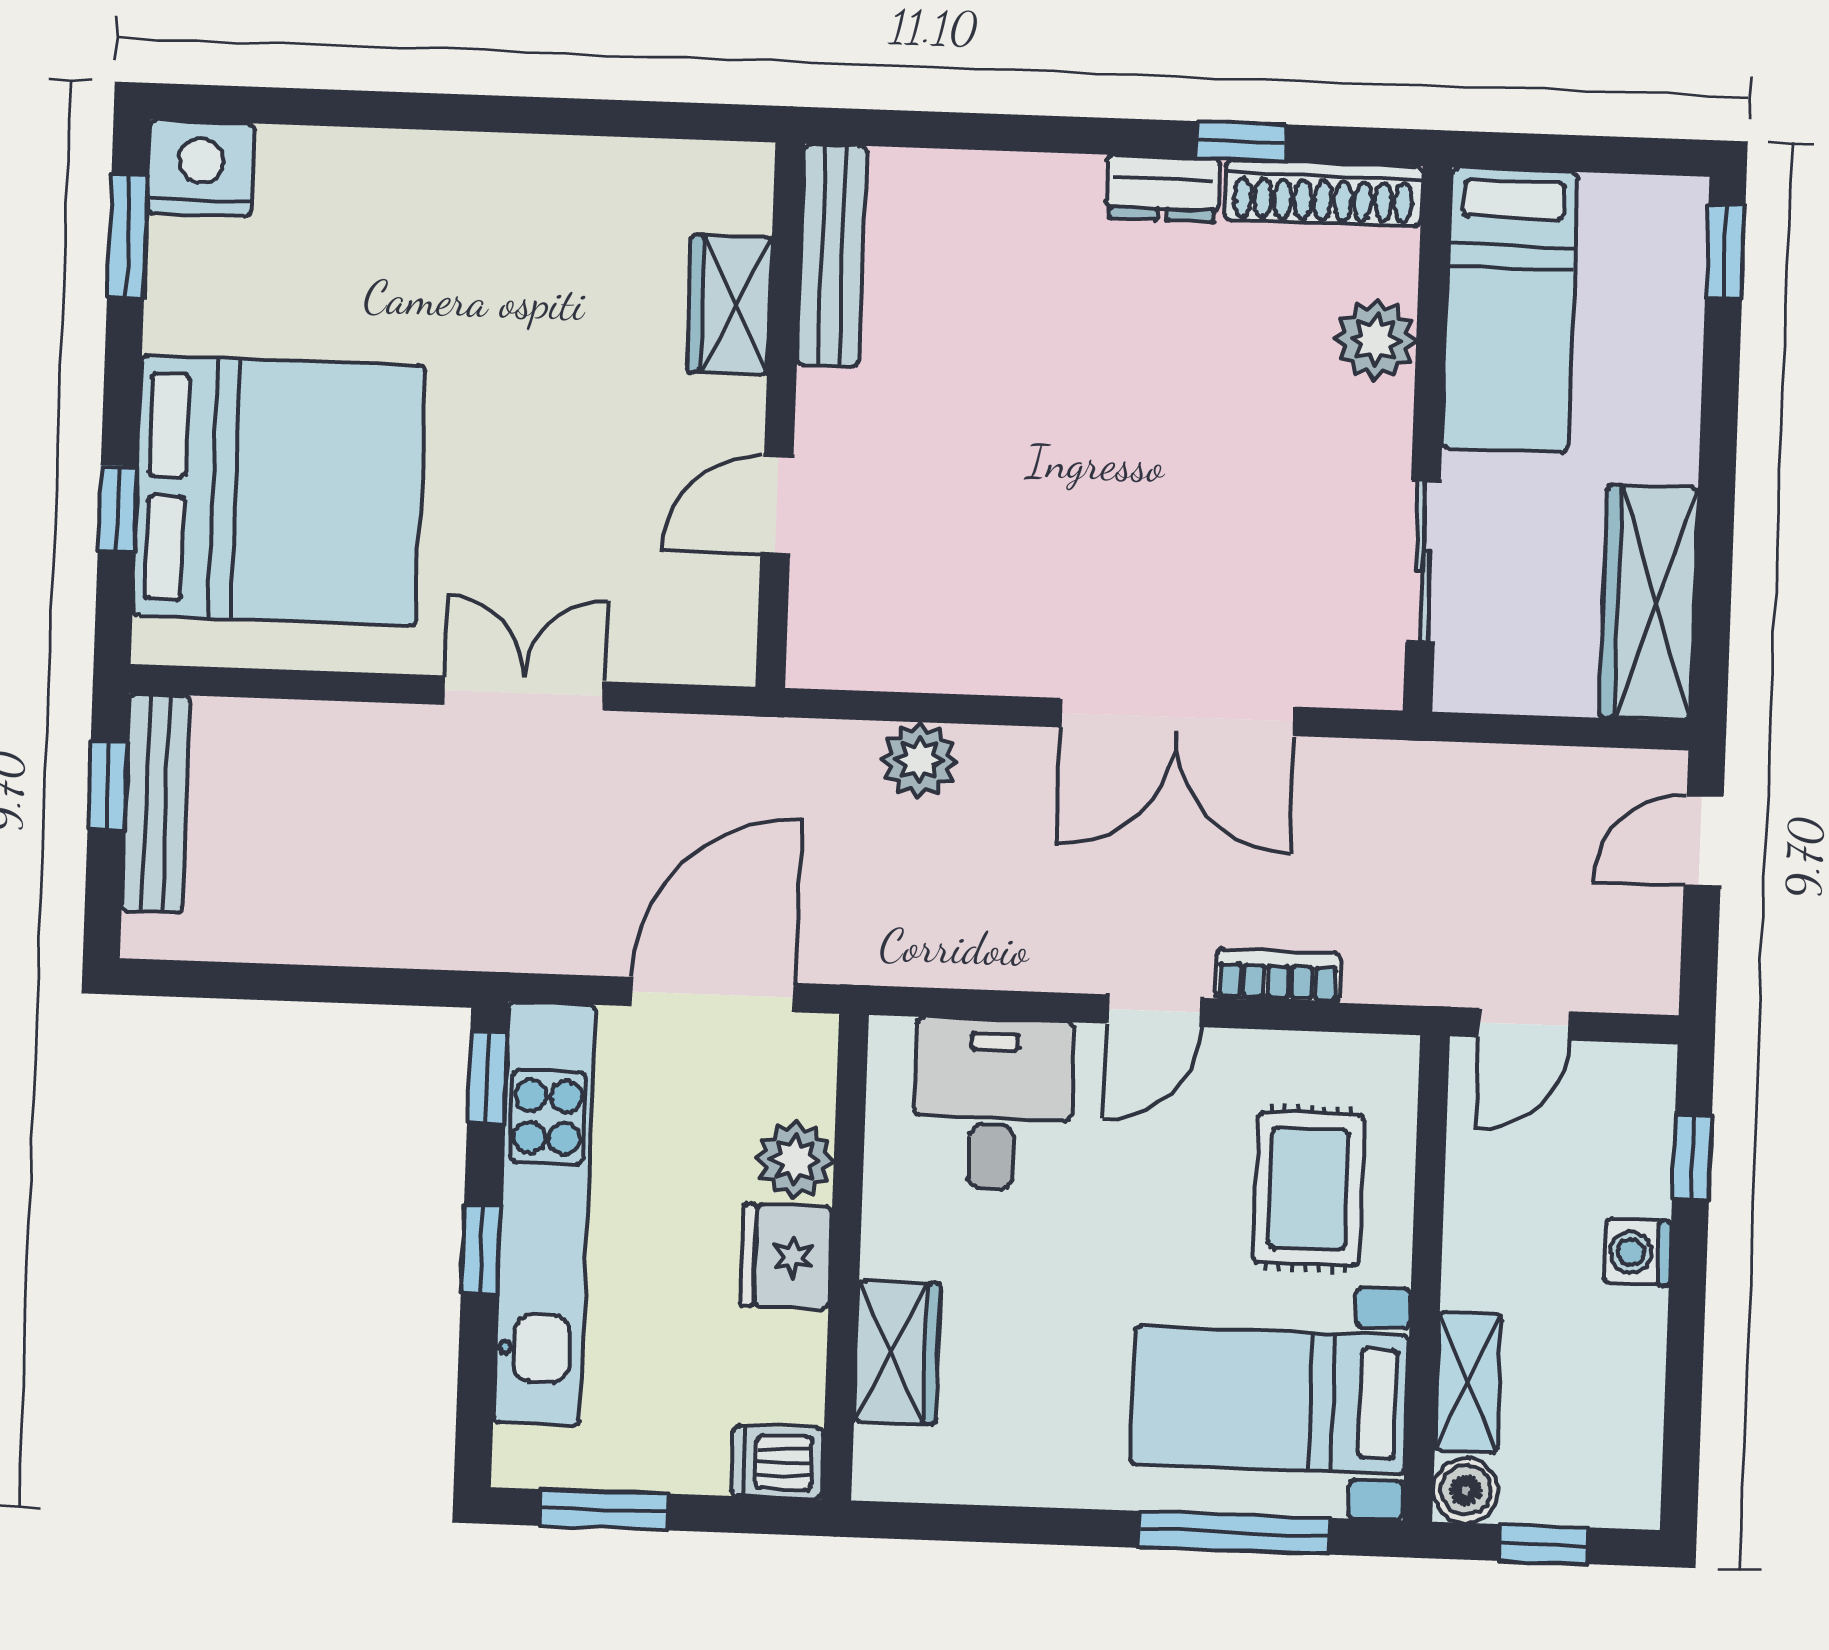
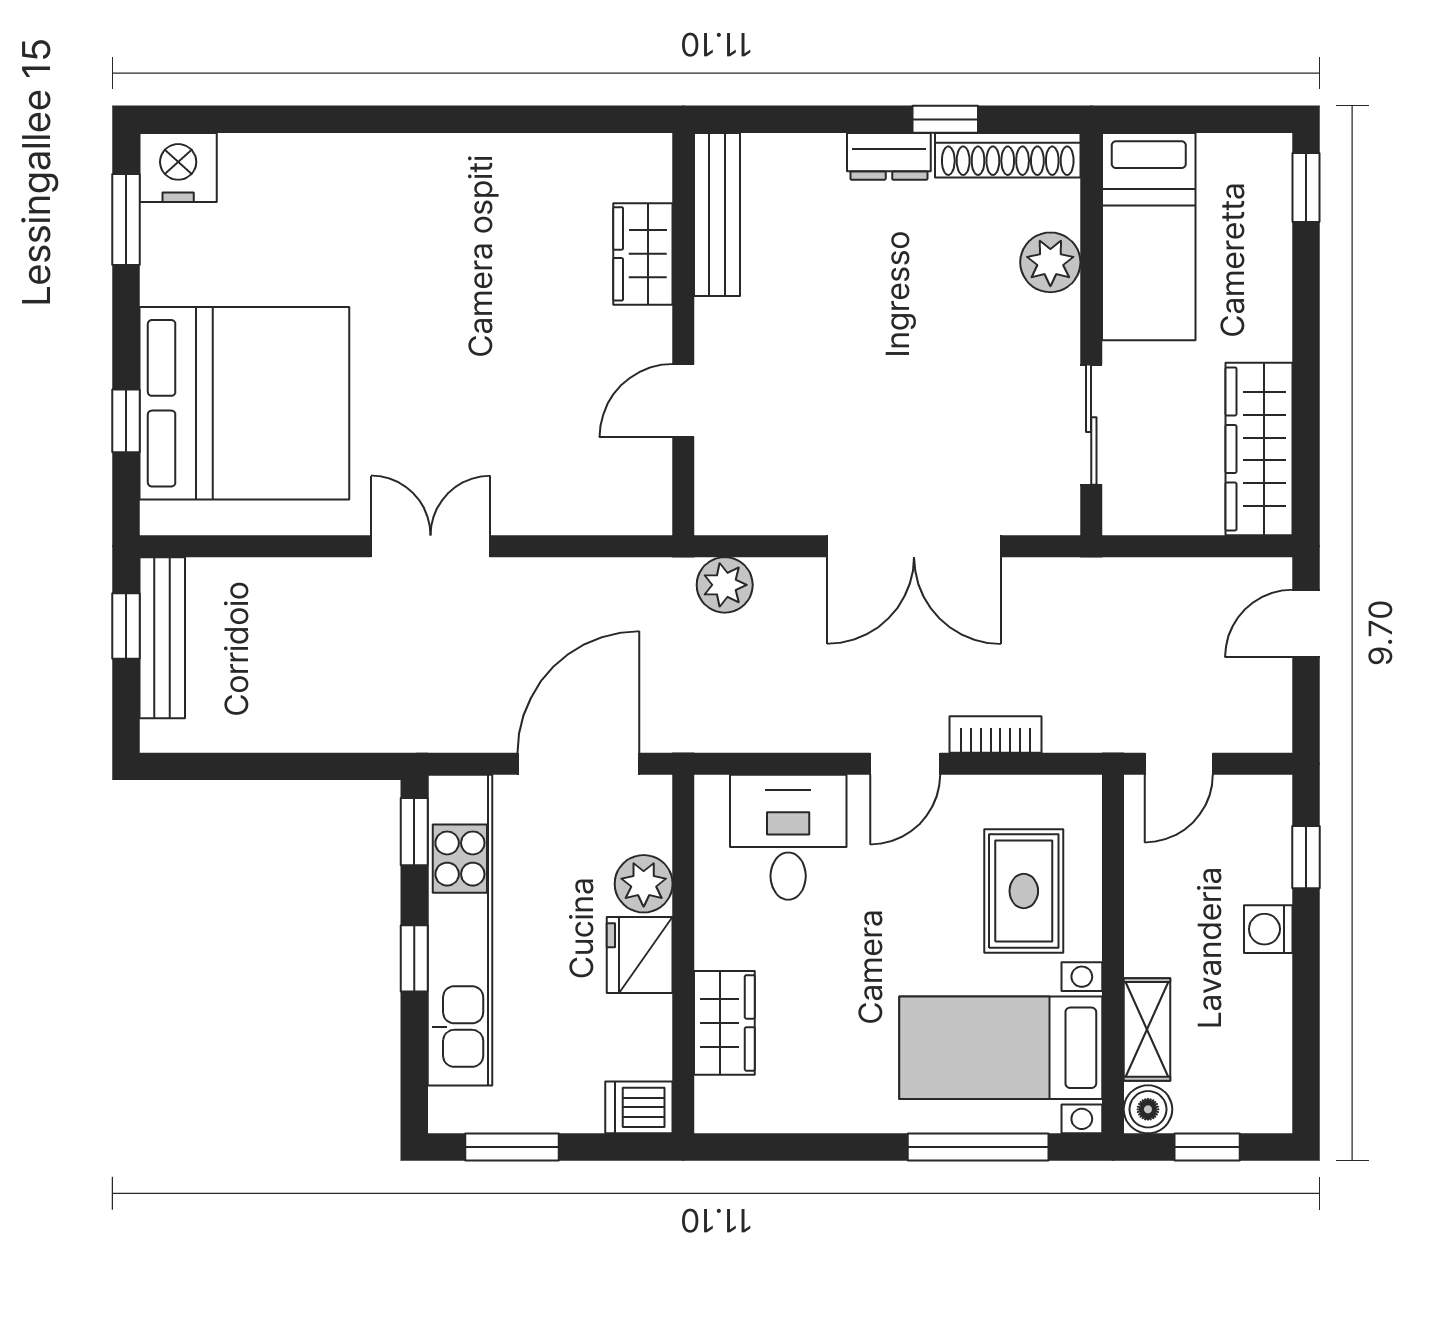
bench: (832, 255) -> (717, 215), moved
wardrobe: (730, 305) -> (643, 254), moved
wall: (780, 415) -> (683, 334), moved
door: (777, 505) -> (683, 401), moved

